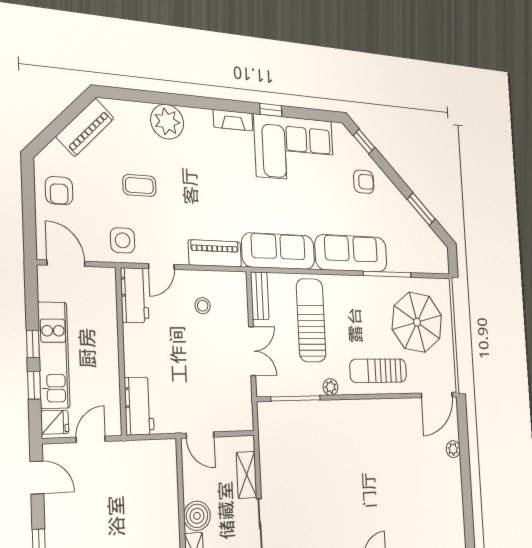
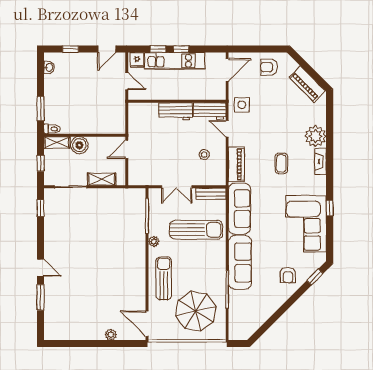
fireplace: (233, 120) -> (320, 161), moved
coffee table: (139, 186) -> (281, 163), moved
window: (421, 209) -> (272, 320), removed
workbench: (139, 406) -> (176, 111), moved

